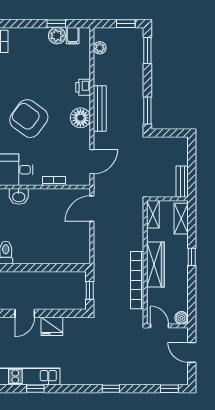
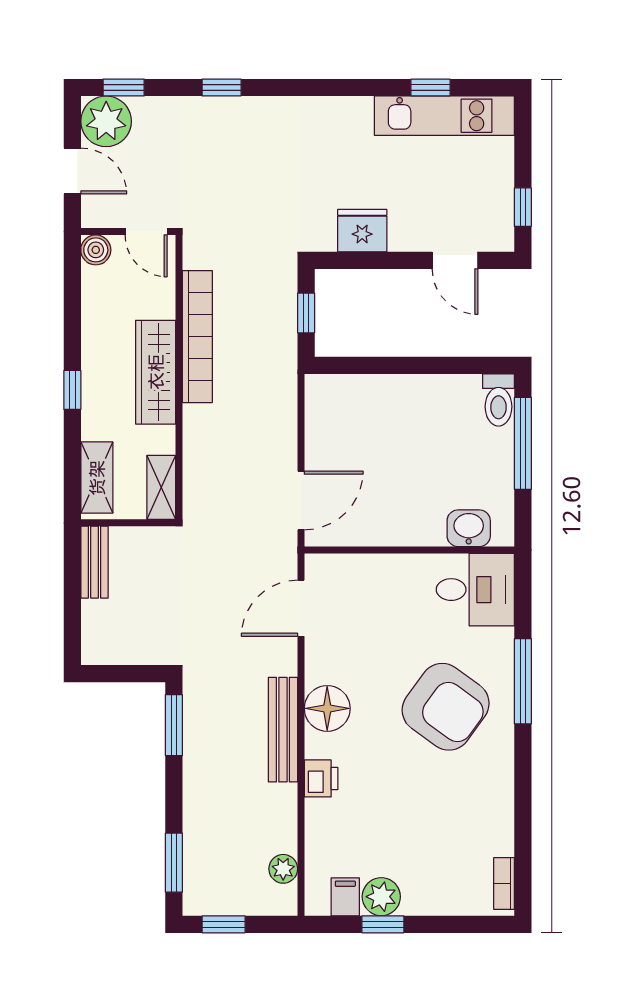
bookcase: (54, 181) -> (388, 564), removed
door: (25, 313) -> (455, 260), swing flipped
fridge: (52, 326) -> (362, 231), moved
plant: (177, 374) -> (106, 121), added
window: (111, 389) -> (222, 88), moved

